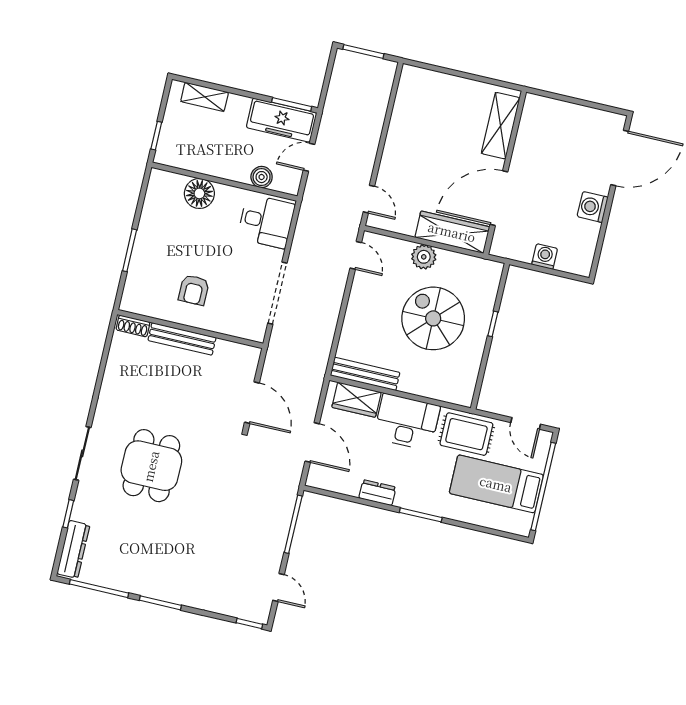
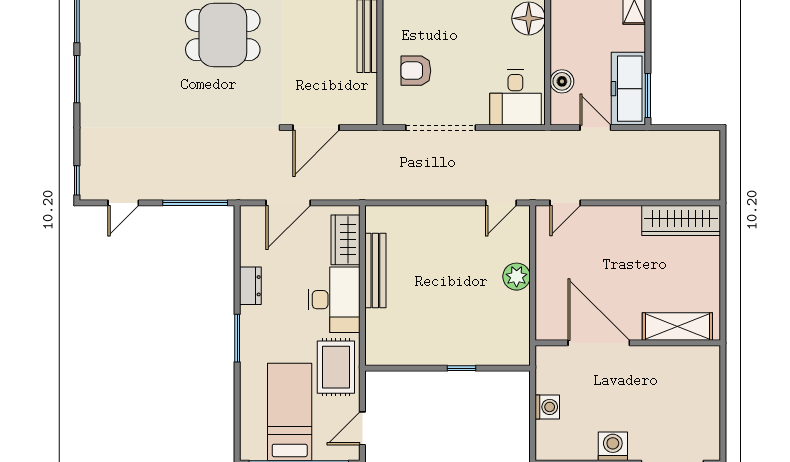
window: (363, 52) -> (723, 160), removed
wardrobe: (452, 232) -> (681, 220), moved, turned 90
armchair: (194, 290) -> (416, 71), moved
spiral stairs: (433, 318) -> (452, 302), removed
bench: (365, 374) -> (375, 271), moved

